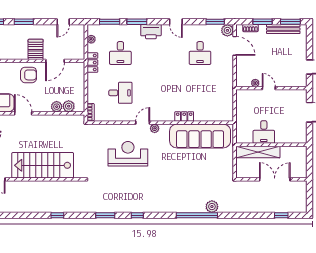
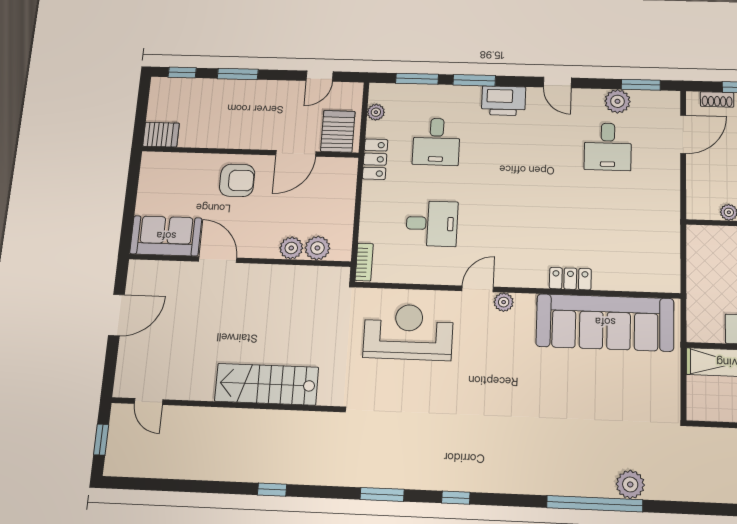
plant: (227, 30) -> (618, 101), moved
door: (235, 46) -> (683, 134), hinge flipped
server rack: (36, 49) -> (338, 131), moved
reception desk: (128, 154) -> (408, 332), moved
stairs: (43, 165) -> (267, 384), width x0.73, depth x0.66

